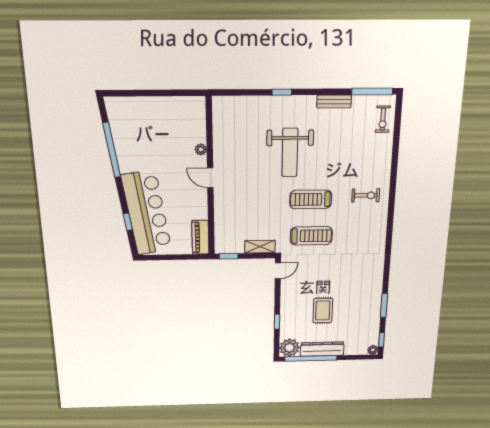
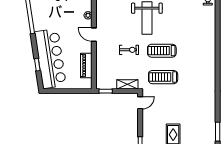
exercise bike: (366, 195) -> (129, 50), moved
treadmill: (311, 236) -> (163, 77), turned 180
piano: (200, 237) -> (86, 66), moved

